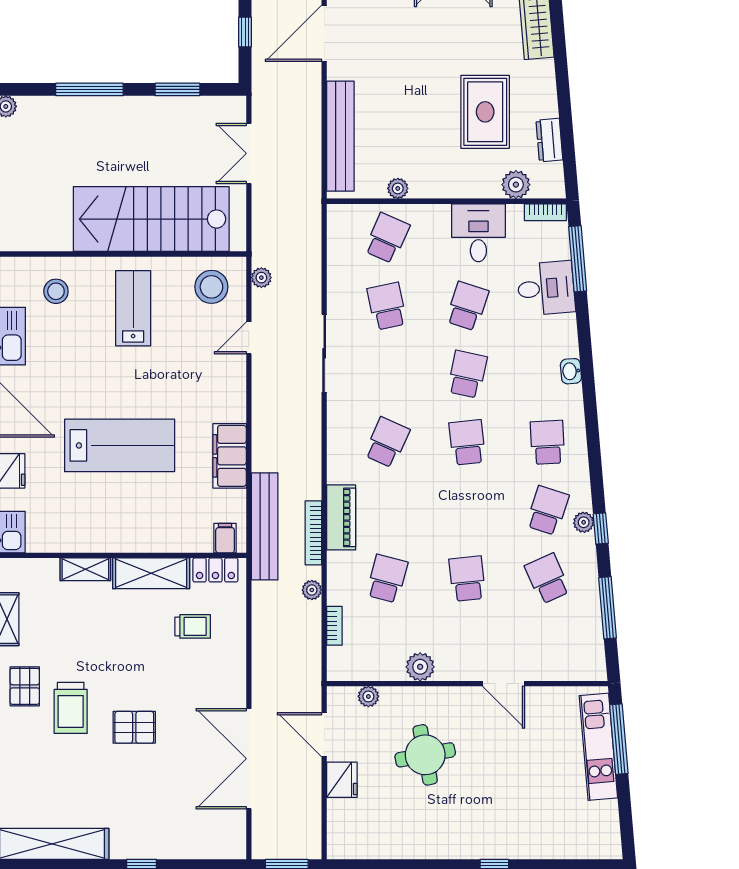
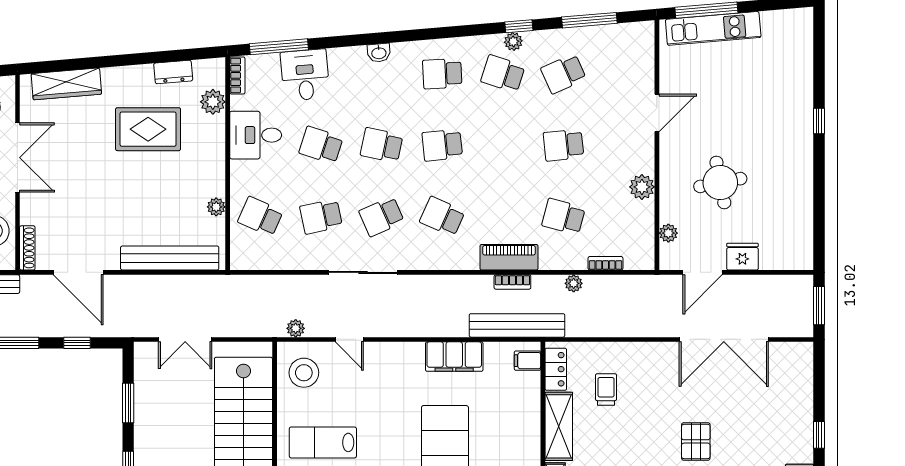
school desk: (387, 374) -> (382, 217), added
bookcase: (313, 533) -> (512, 282), width x0.64

